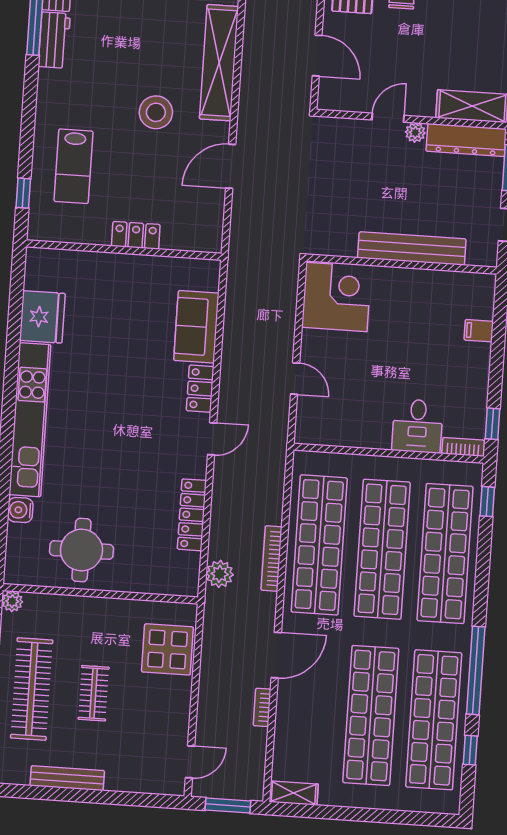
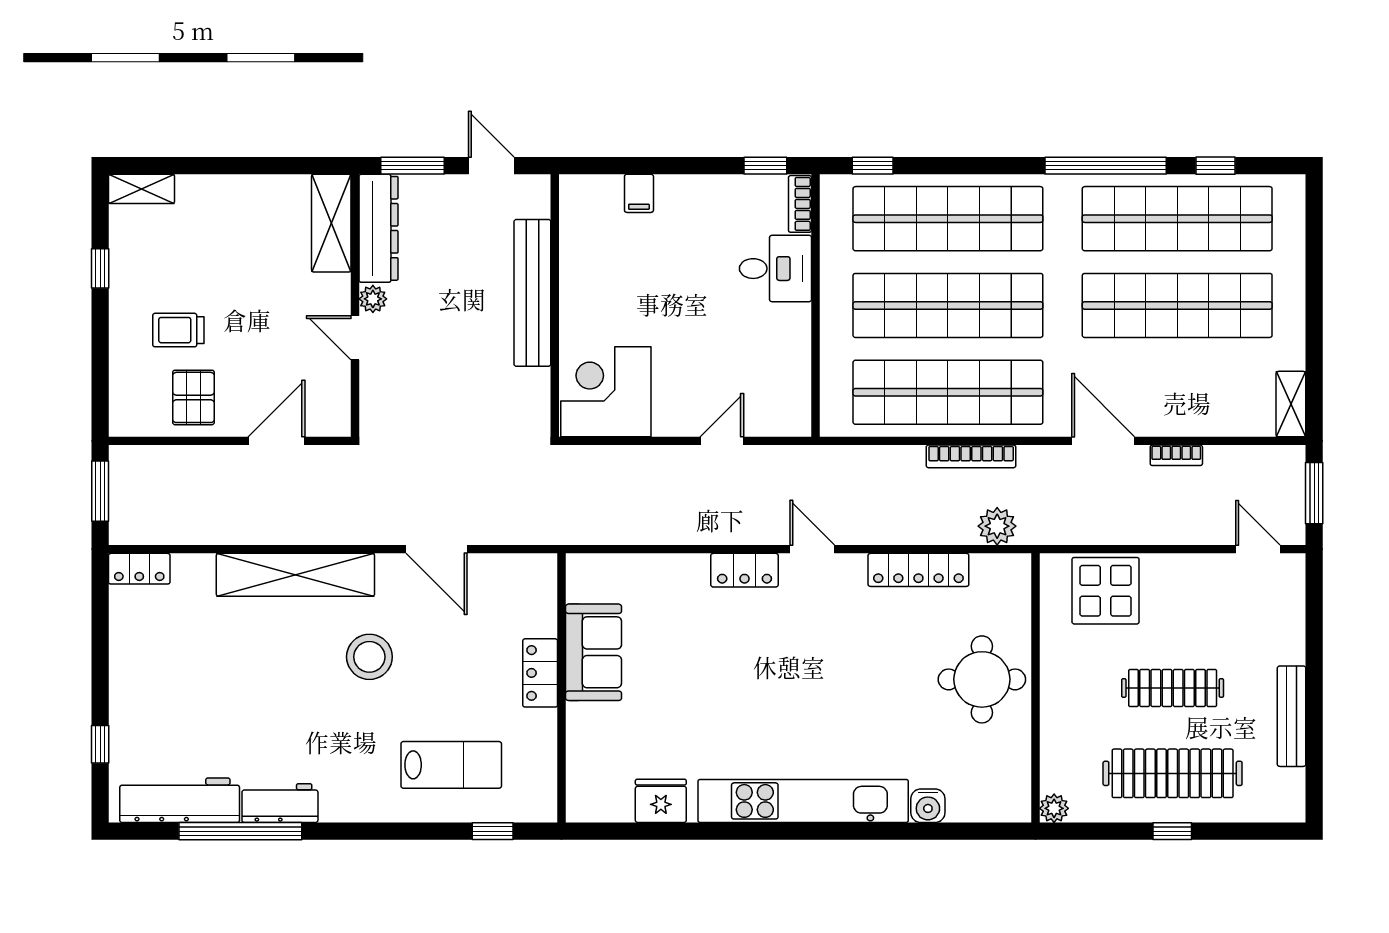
fridge: (42, 317) -> (661, 801), width x0.73, depth x0.75
sofa: (196, 327) -> (594, 652), moved, turned -90
round table: (81, 550) -> (982, 679), moved
clothes rail: (94, 693) -> (1173, 688), width x1.36

